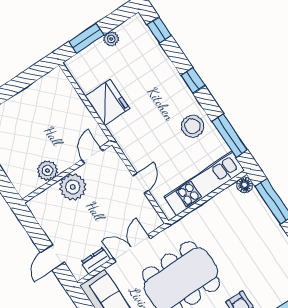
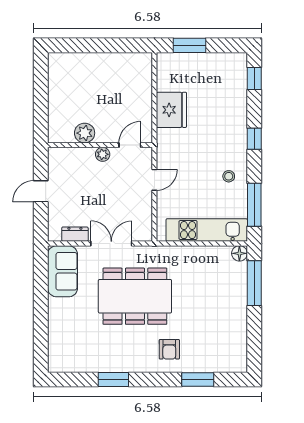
plant: (111, 39) -> (210, 60), removed
stool: (192, 126) -> (229, 176), width x0.53, depth x0.53
door: (140, 183) -> (154, 180), moved
plant: (73, 187) -> (103, 154), width x0.53, depth x0.53
door: (52, 257) -> (41, 191), moved

